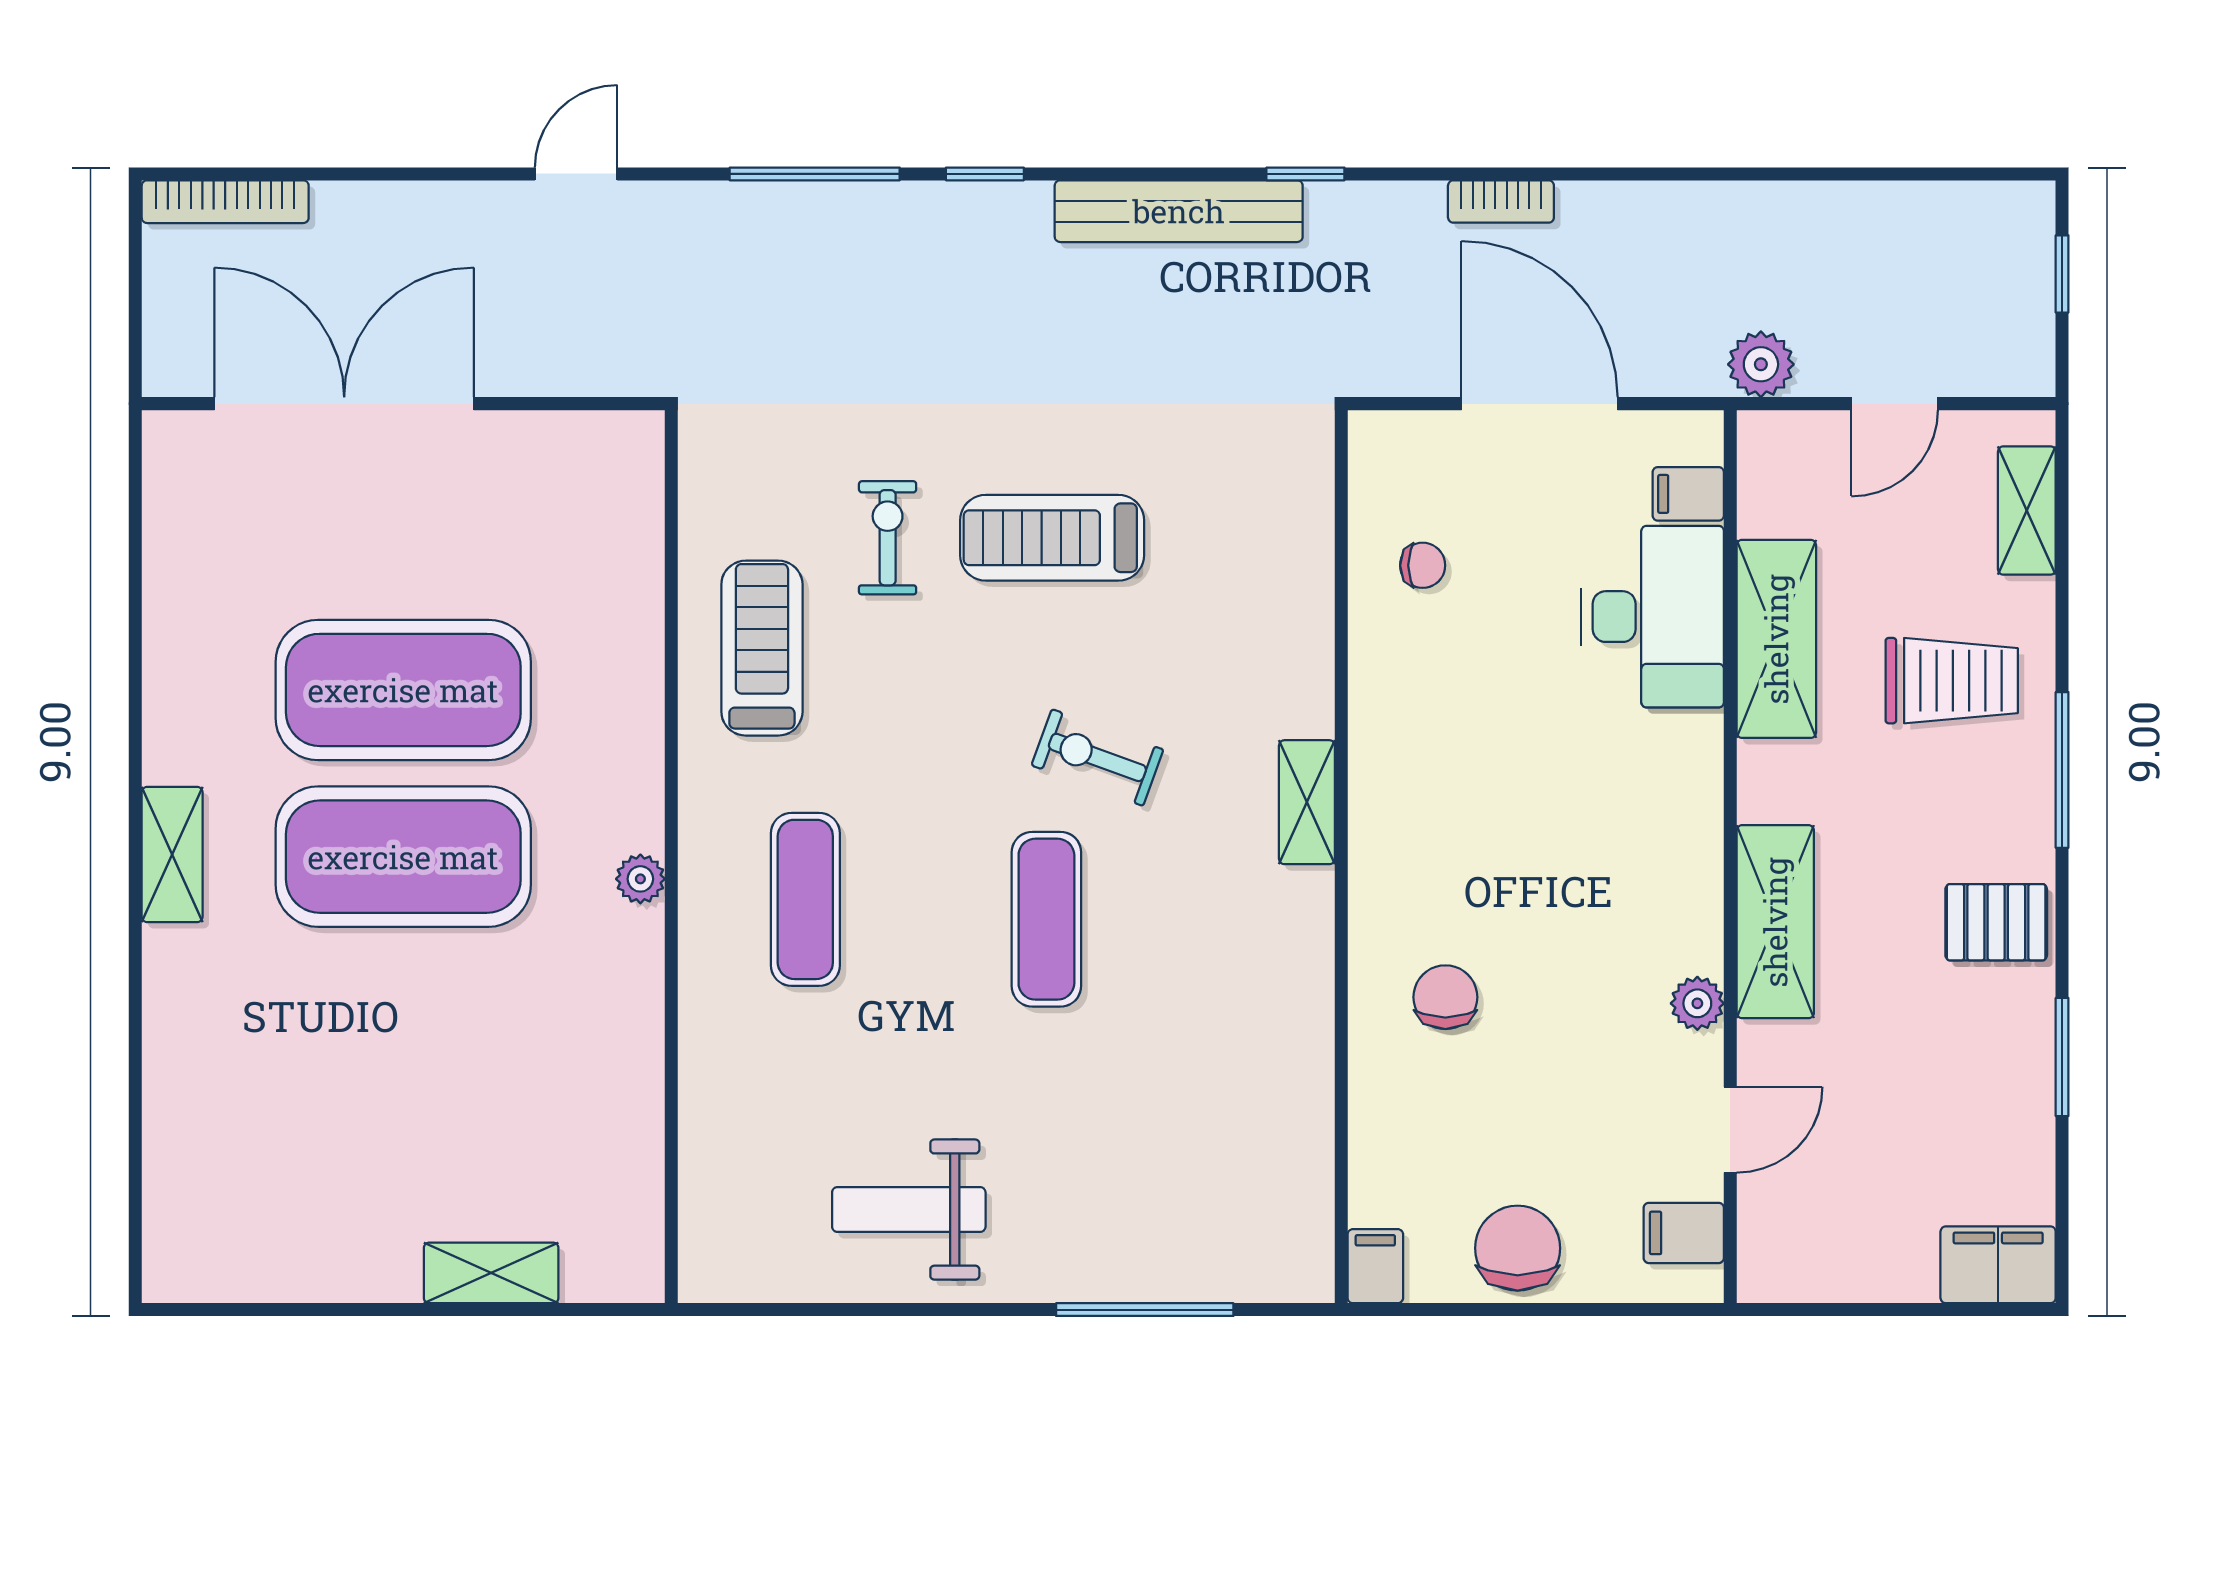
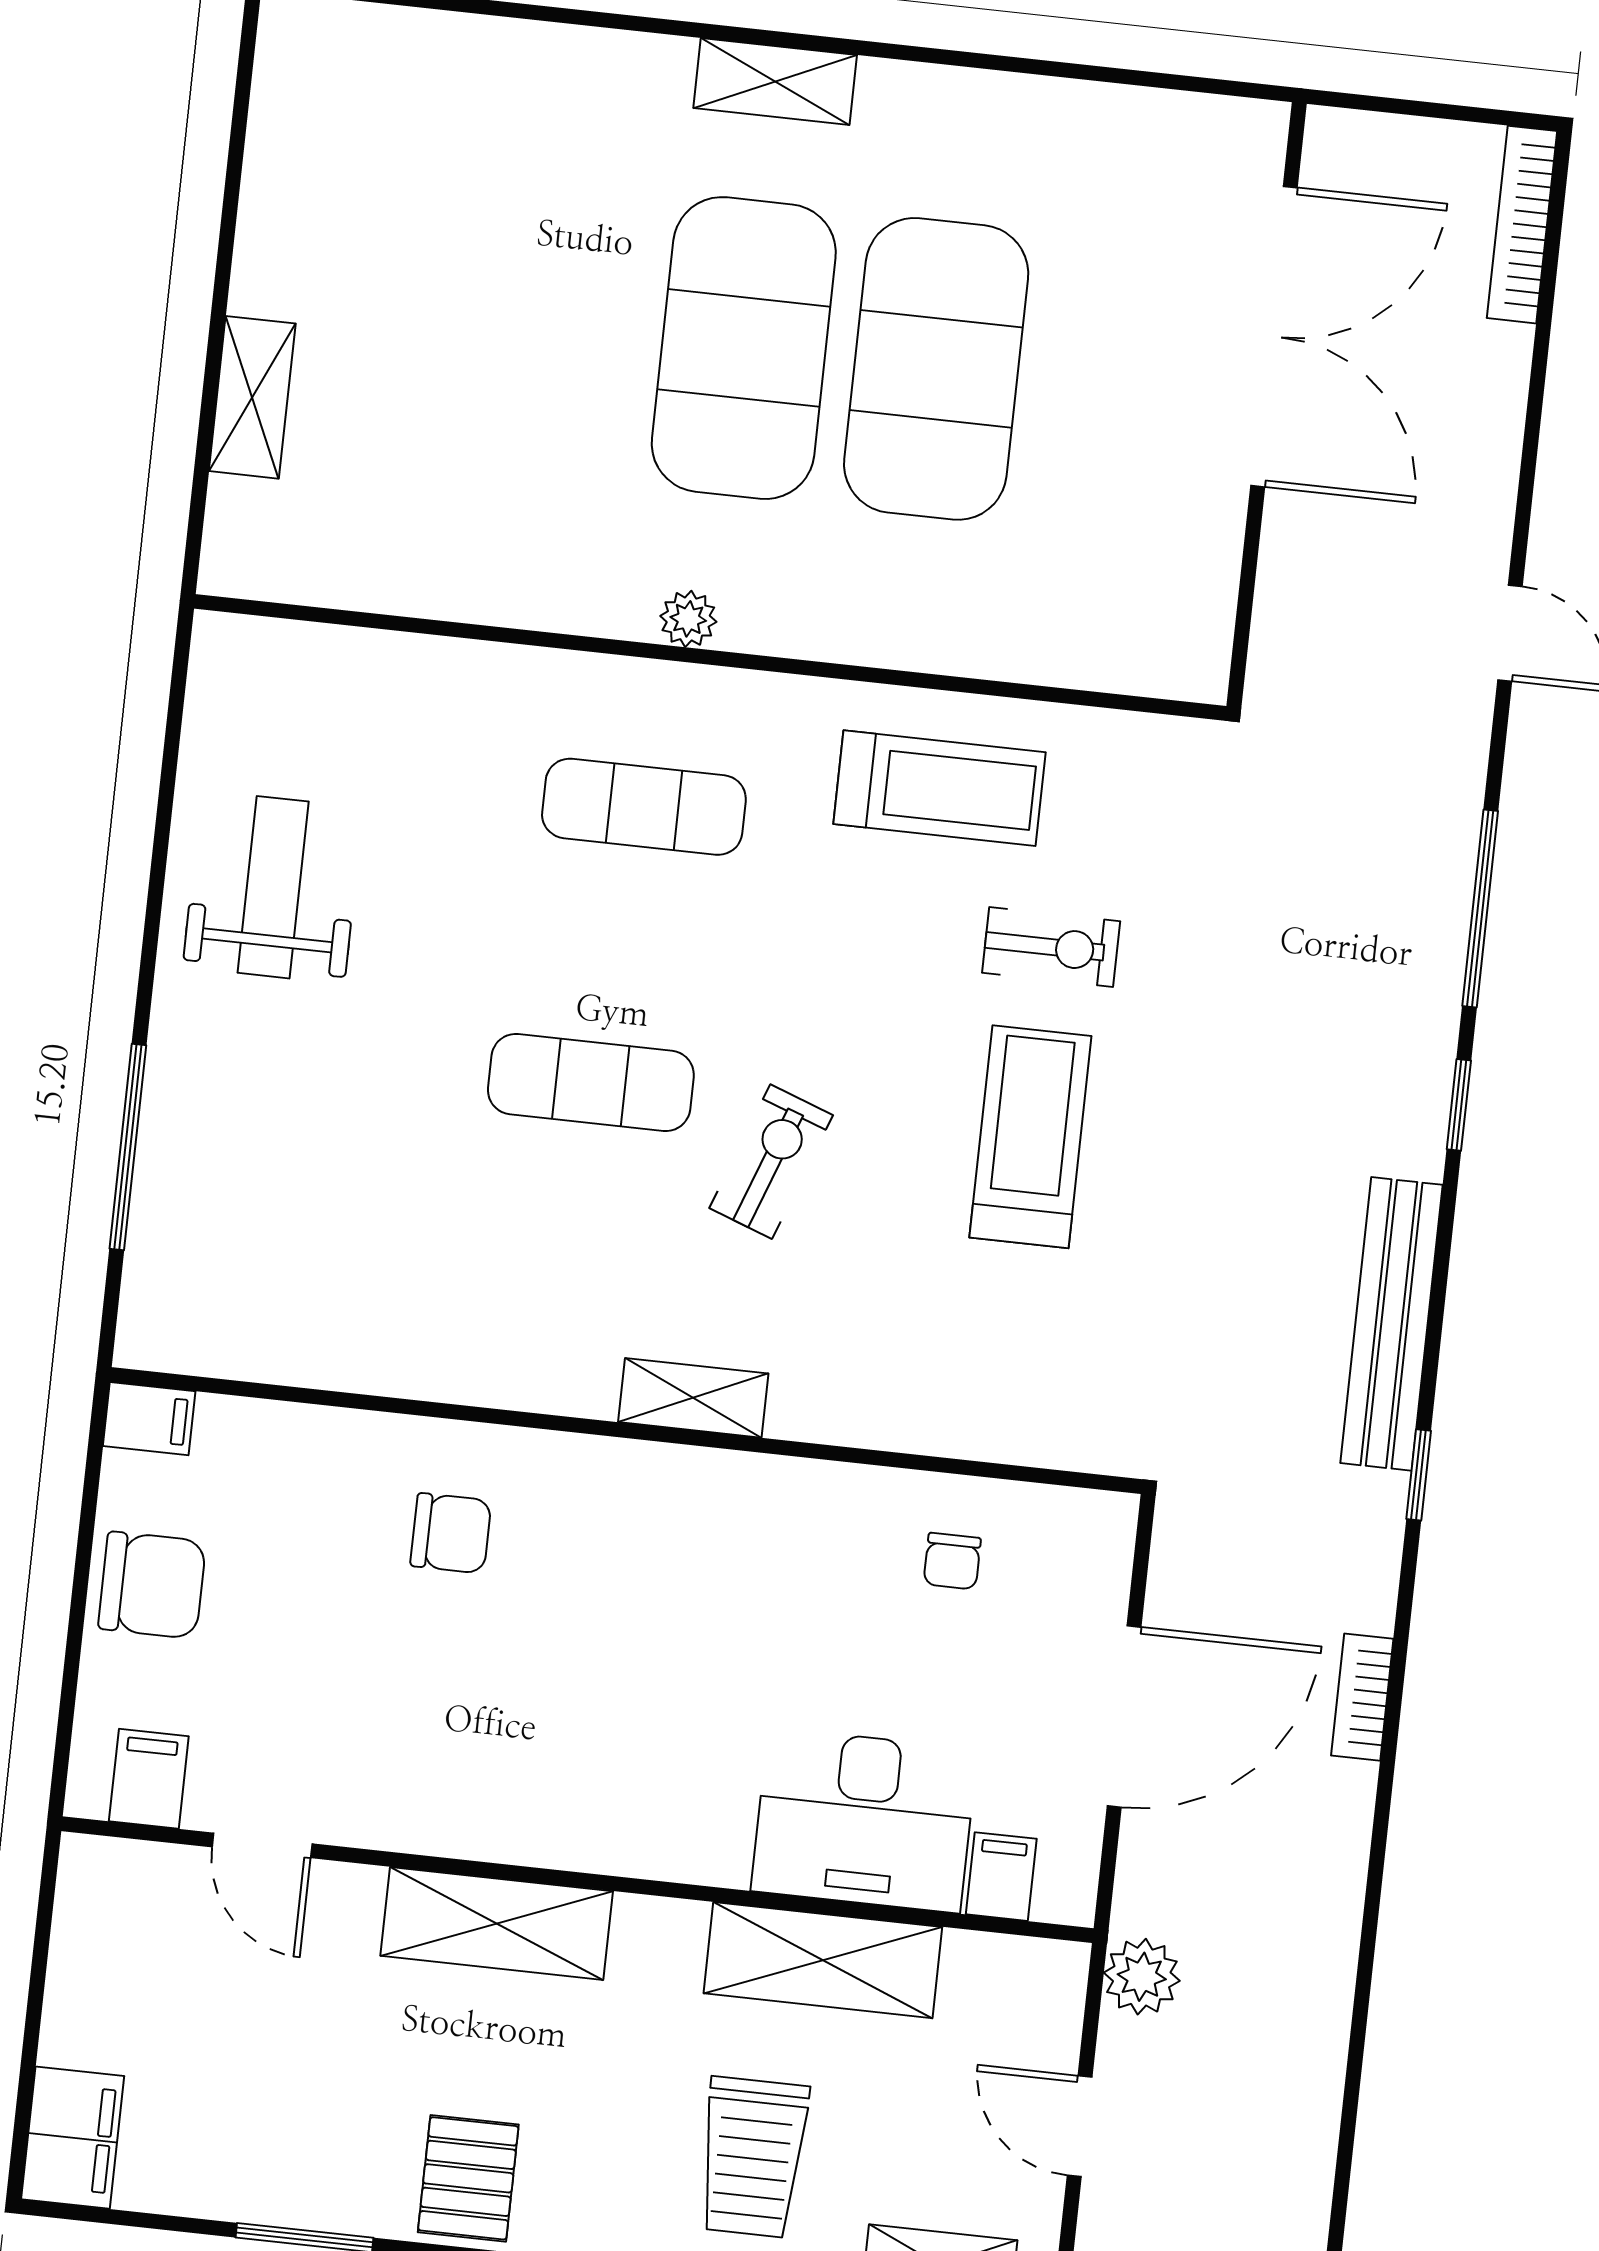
plant: (1697, 1003) -> (412, 1823), removed

